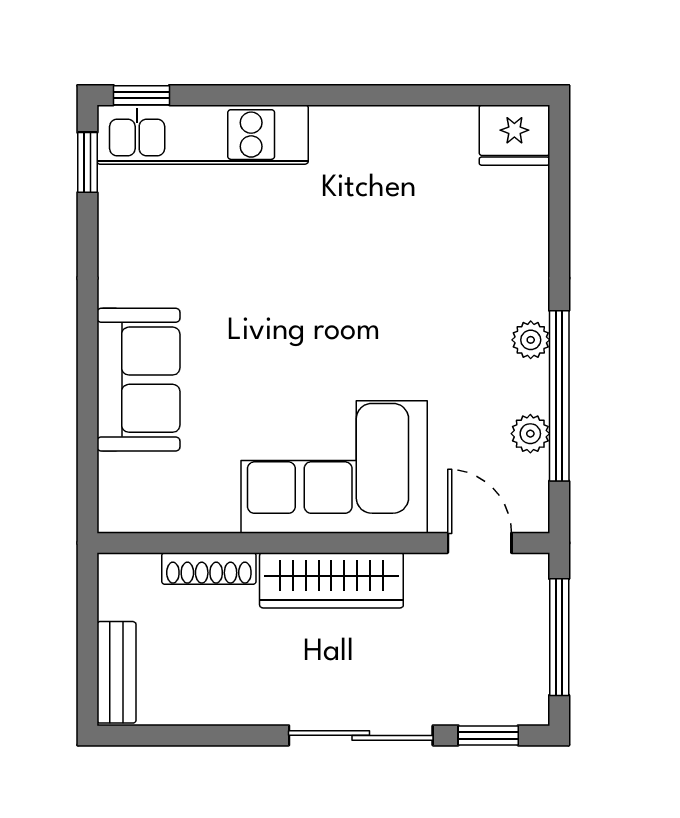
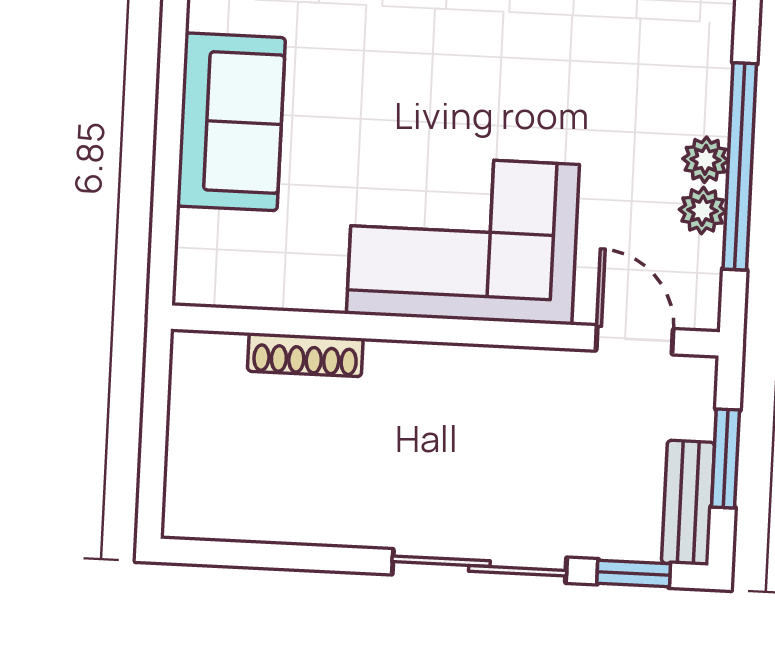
plant: (531, 340) -> (705, 160), moved
wardrobe: (331, 580) -> (453, 376), removed
window: (559, 637) -> (725, 459), width x0.69
bench: (116, 672) -> (688, 503), moved

